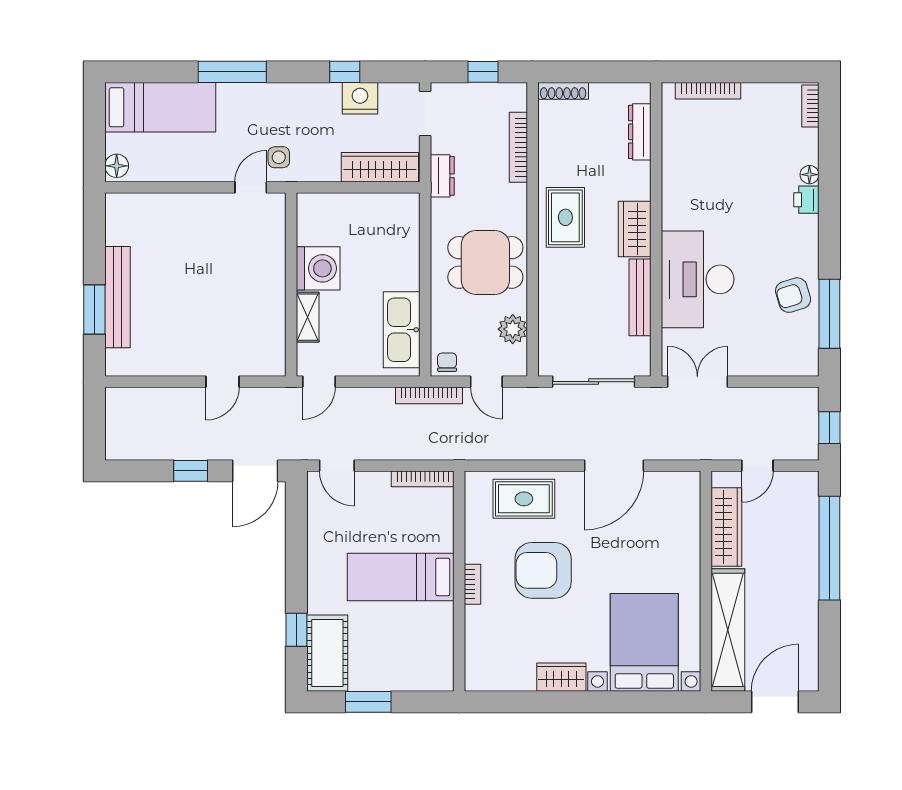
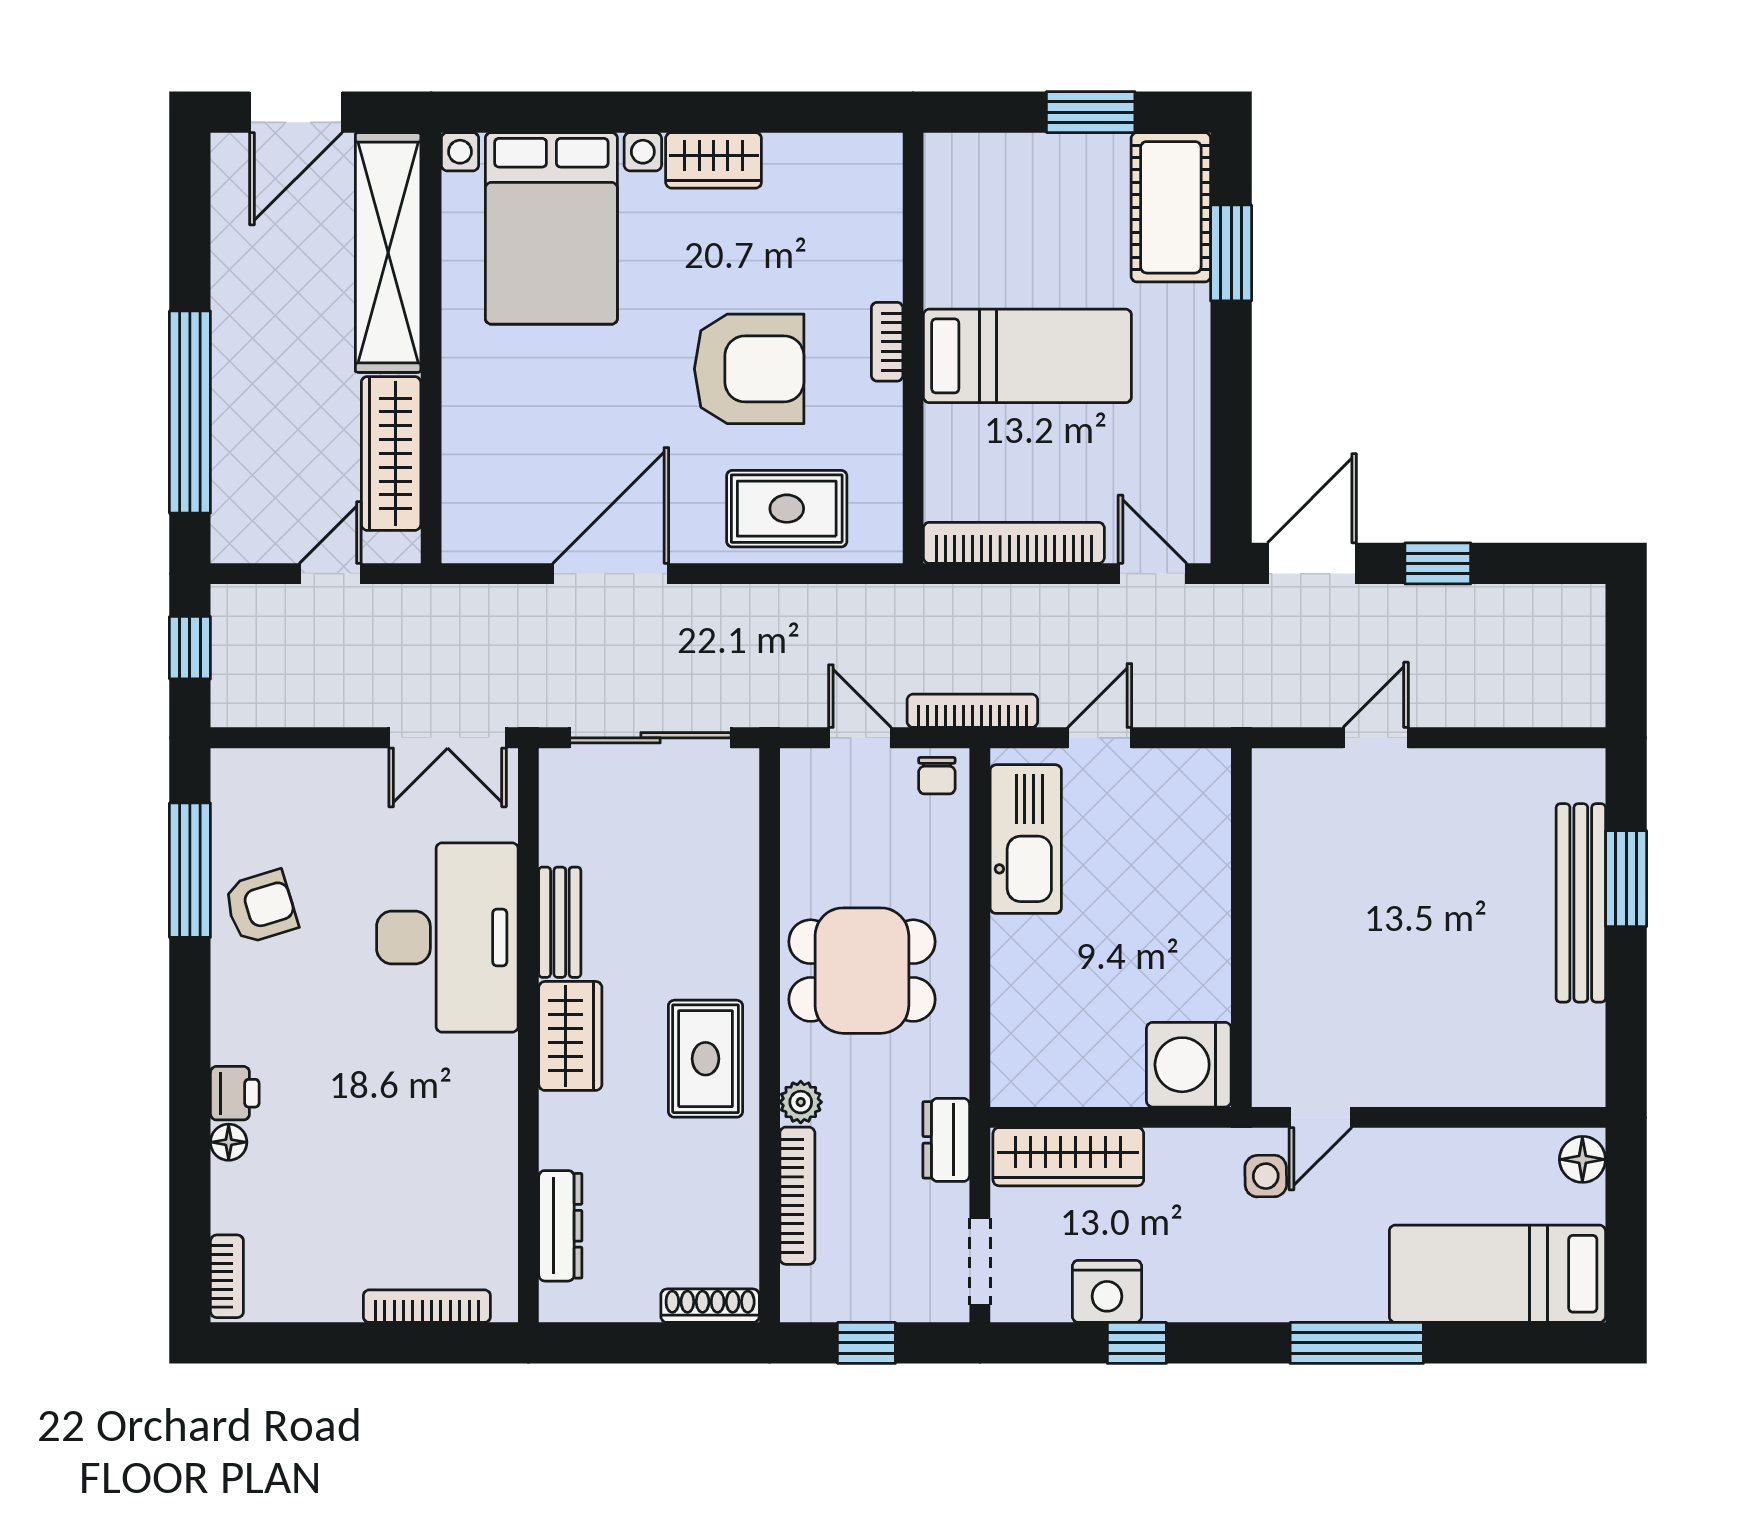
washing machine: (318, 268) -> (1189, 1065), moved
bench: (640, 297) -> (560, 922), width x0.73
shelving: (308, 317) -> (1209, 864), removed
plant: (513, 329) -> (801, 1102), moved, width x0.73, depth x0.73
door: (319, 382) -> (1100, 738), moved
bookcase: (423, 479) -> (1014, 543), width x1.48, depth x1.31
window: (296, 630) -> (1231, 253), width x1.50

